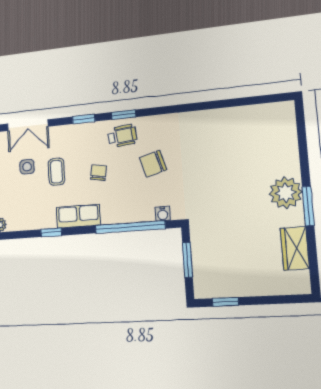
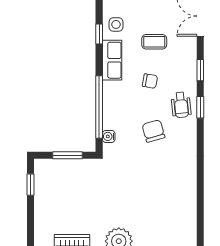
side table: (27, 167) -> (116, 24), moved

